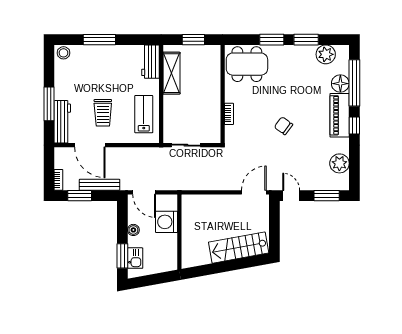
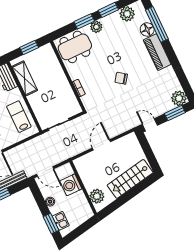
plant: (283, 53) -> (96, 27), added
window: (354, 125) -> (171, 54), removed
plant: (339, 163) -> (179, 98), moved
door: (254, 192) -> (101, 145), moved
plant: (191, 249) -> (97, 196), added

